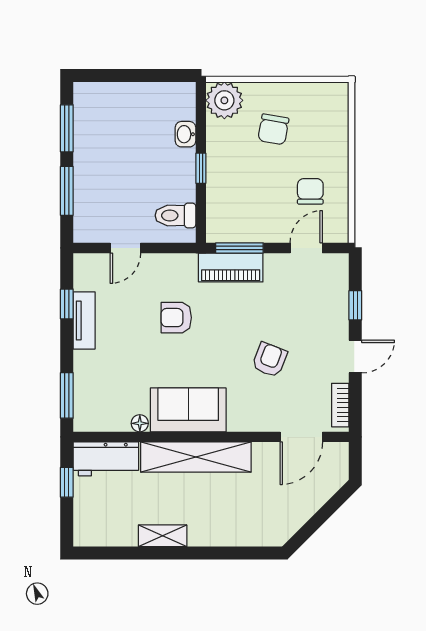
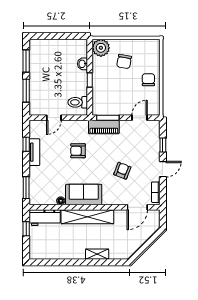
chair: (310, 191) -> (148, 80), moved
shelving: (163, 536) -> (97, 254), moved

